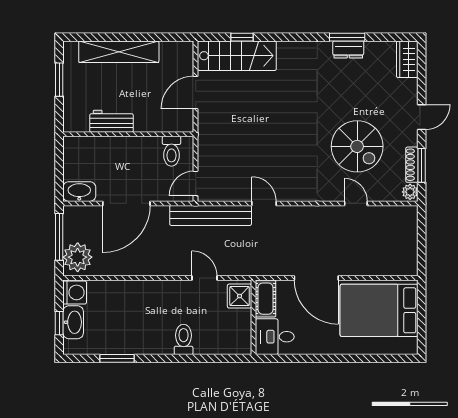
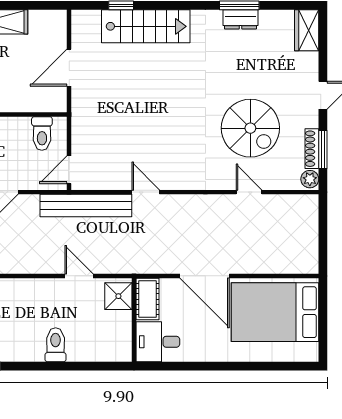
stairs: (237, 56) -> (146, 26), moved

